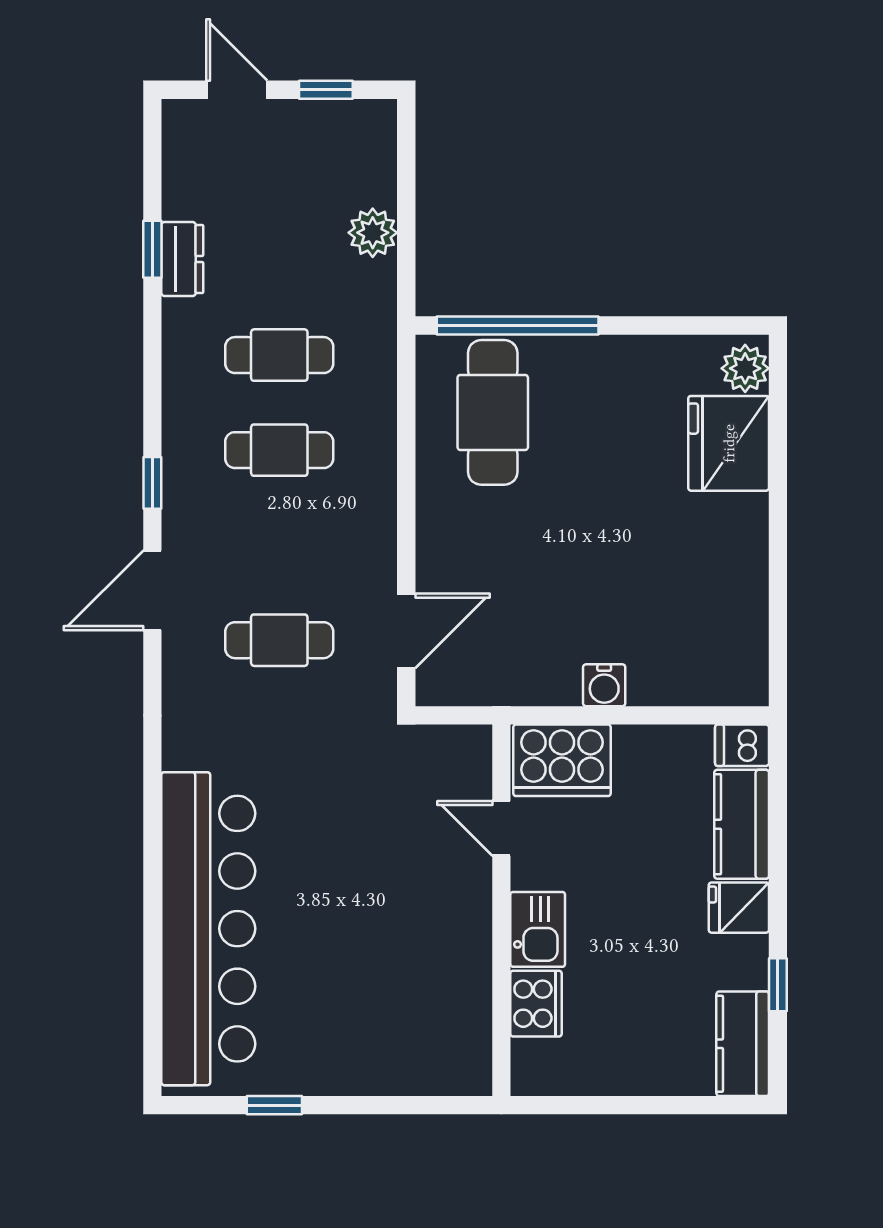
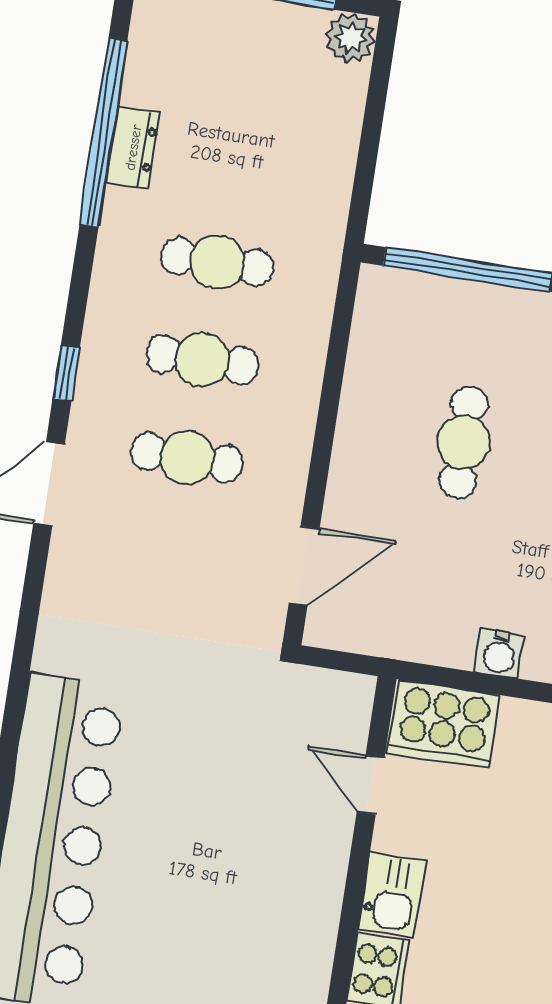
plant: (373, 233) -> (350, 38), moved
window: (152, 249) -> (103, 133), width x3.17
cafe table: (493, 412) -> (464, 442), moved, width x0.73, depth x0.74
cafe table: (279, 640) -> (187, 458), moved

